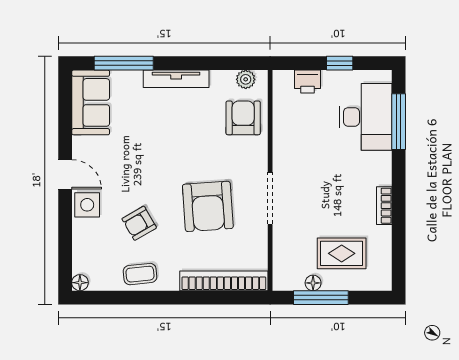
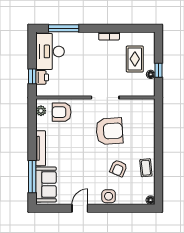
window: (340, 63) -> (32, 76), moved
sofa: (91, 102) -> (46, 185), moved, turned 90
desk: (366, 117) -> (50, 51), moved, turned -90
door: (65, 174) -> (80, 208), moved
armchair: (139, 223) -> (118, 168), turned 53
bookcase: (224, 281) -> (150, 122), removed
window: (321, 298) -> (159, 70), width x0.46

